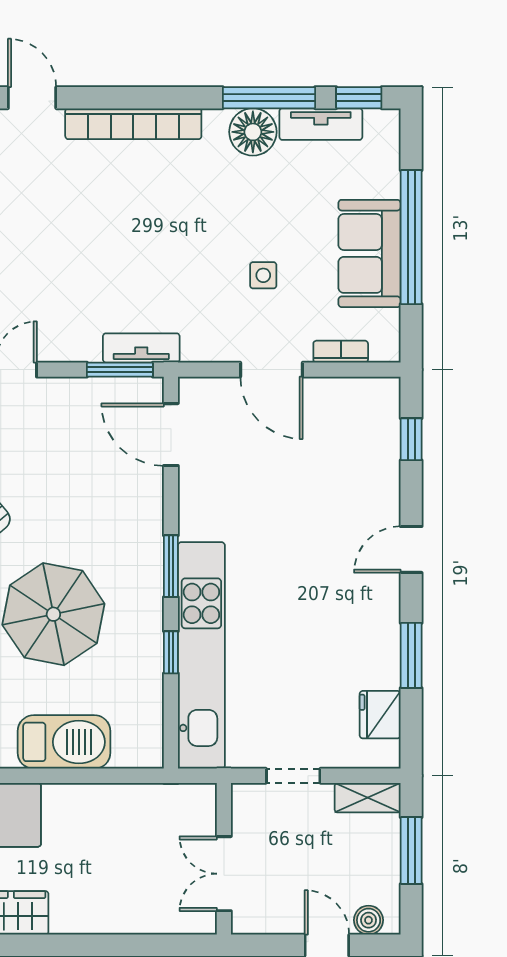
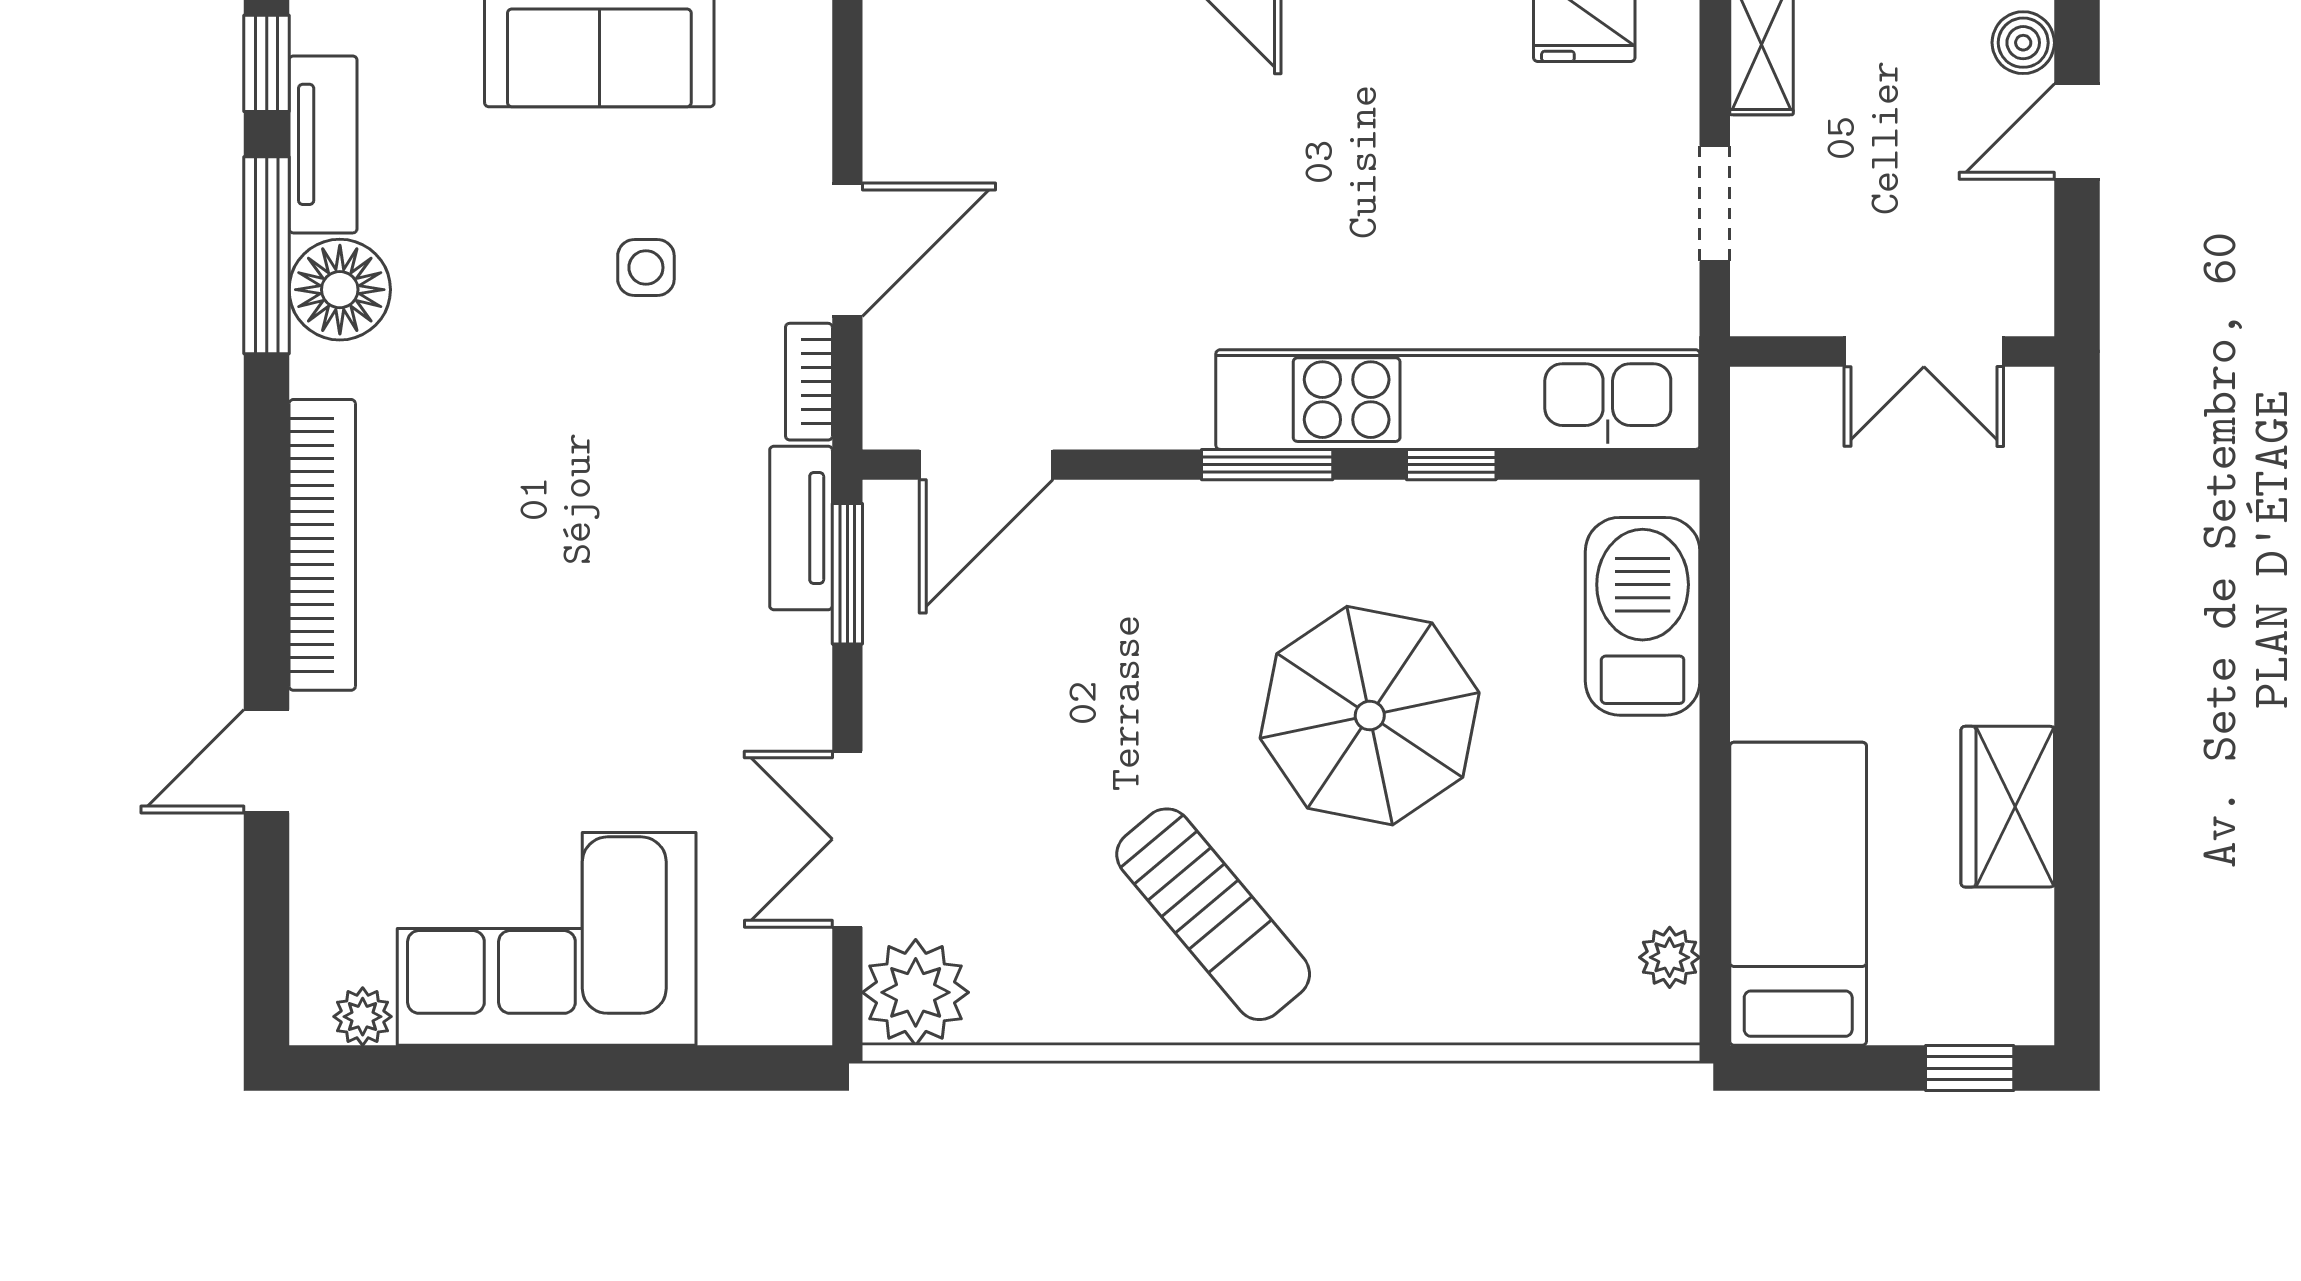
bookcase: (341, 352) -> (809, 382), moved
barbecue: (64, 742) -> (1643, 616), moved

